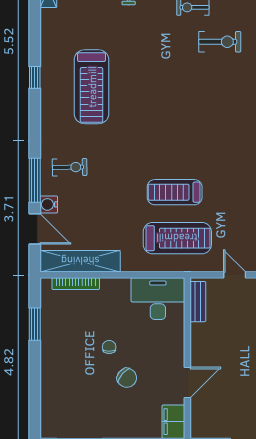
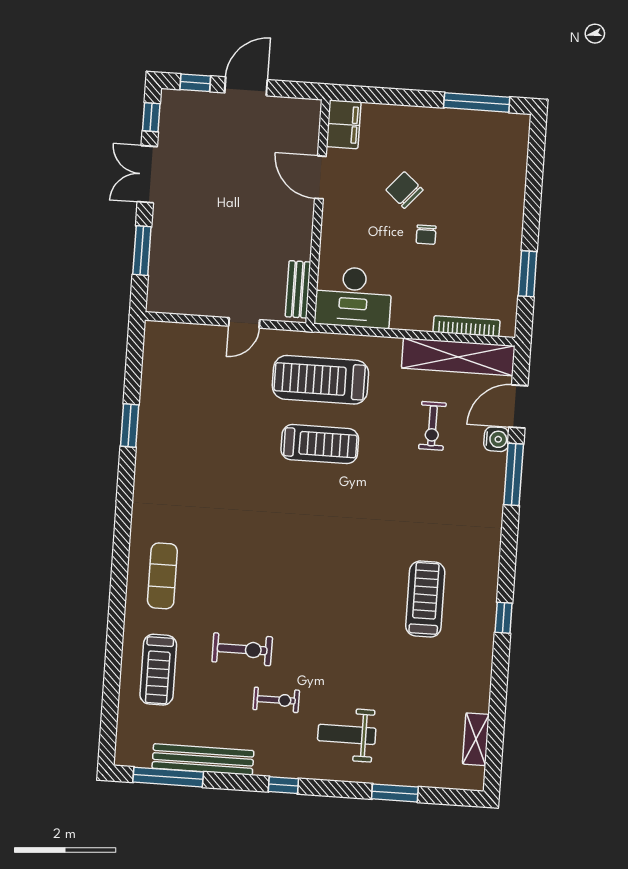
exercise bike: (220, 42) -> (242, 649), turned 180
treadmill: (92, 87) -> (425, 599), width x0.73, depth x0.73
exercise bike: (70, 167) -> (432, 426), moved, turned -89
door: (35, 229) -> (518, 406), hinge flipped
door: (235, 275) -> (244, 323), hinge flipped
door: (187, 383) -> (320, 177), hinge flipped

